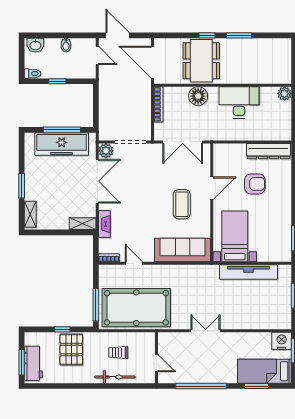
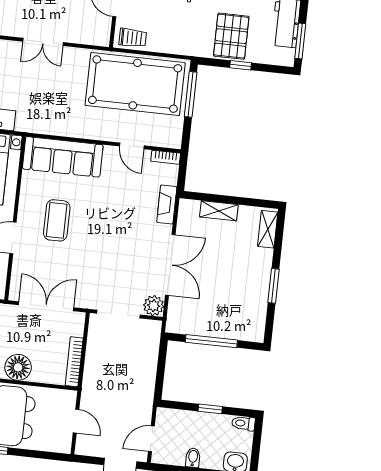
door: (97, 55) -> (151, 439), hinge flipped
door: (152, 62) -> (76, 421), width x0.53
freezer: (62, 144) -> (214, 322), removed
double door: (97, 181) -> (170, 265), swing flipped
window: (22, 186) -> (274, 286), moved
shelving: (83, 224) -> (219, 211), moved
trolley: (118, 352) -> (133, 38), moved
window: (22, 362) -> (300, 41), moved

